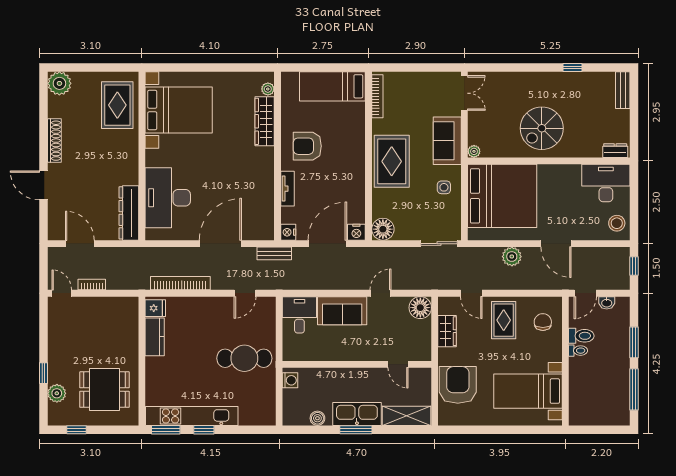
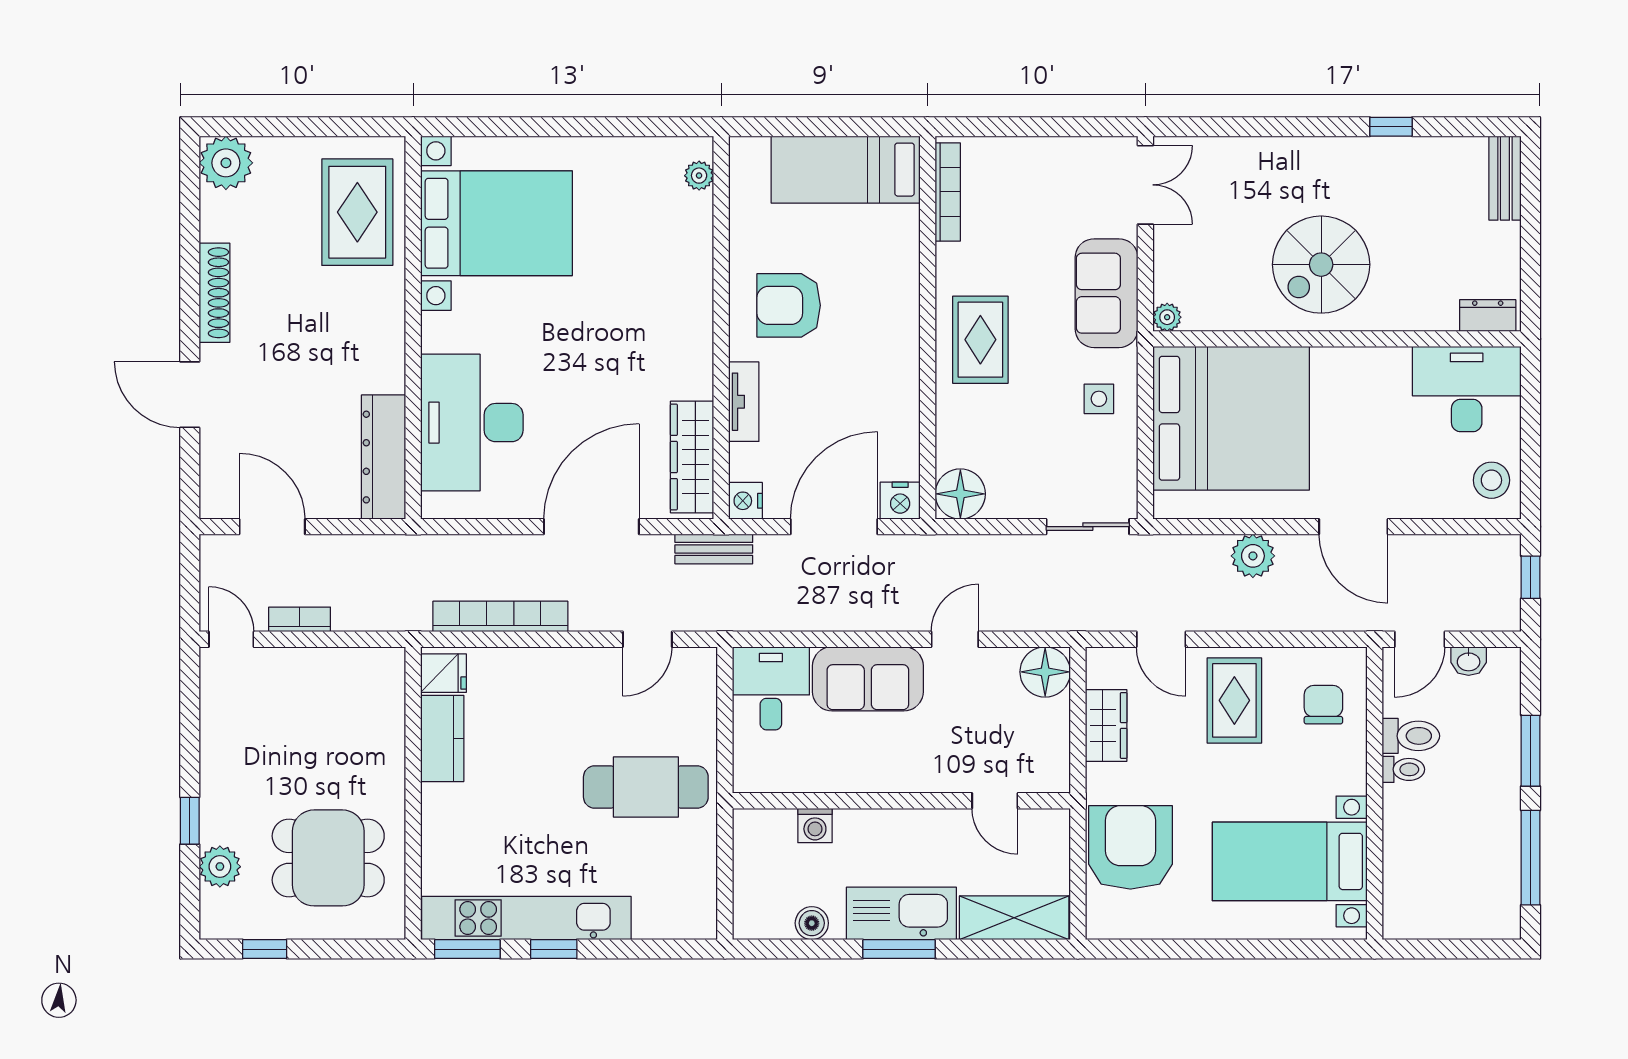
wardrobe: (265, 121) -> (692, 457), moved
rug: (392, 161) -> (980, 340), width x0.73, depth x0.70
washing machine: (290, 380) -> (815, 825), moved, turned 90

